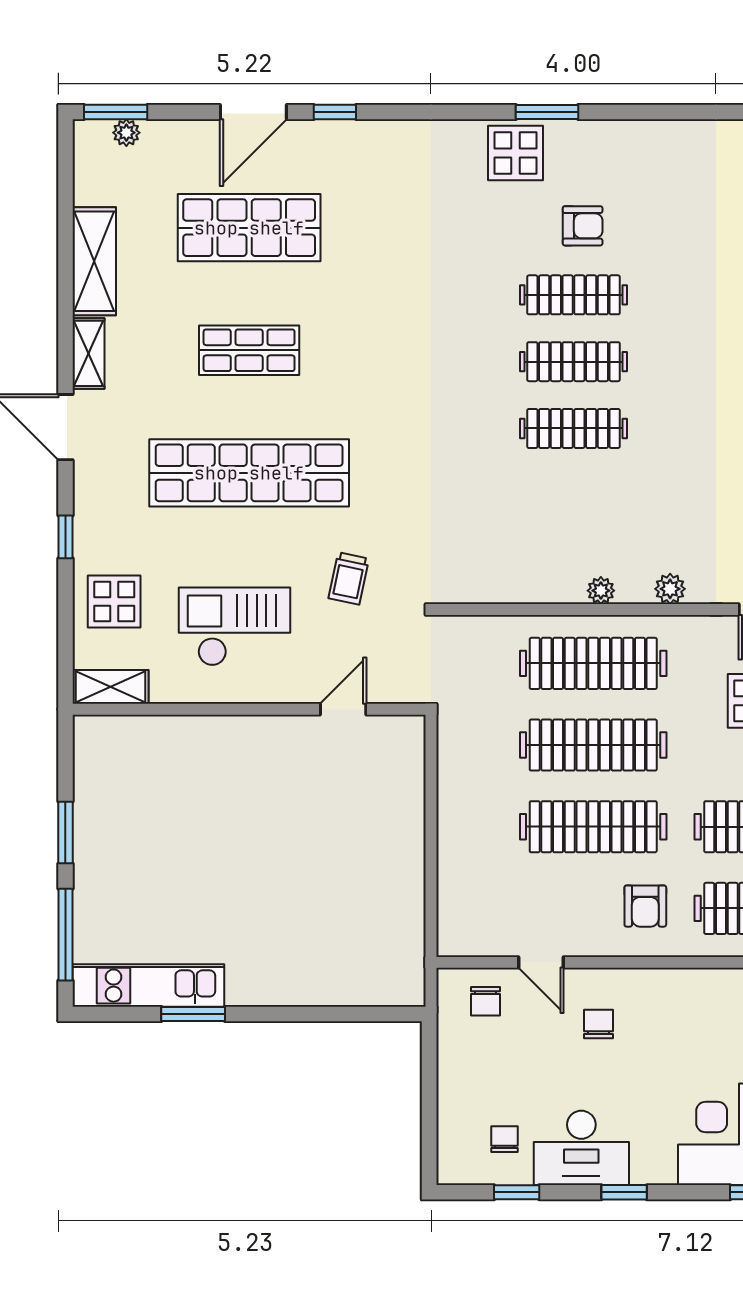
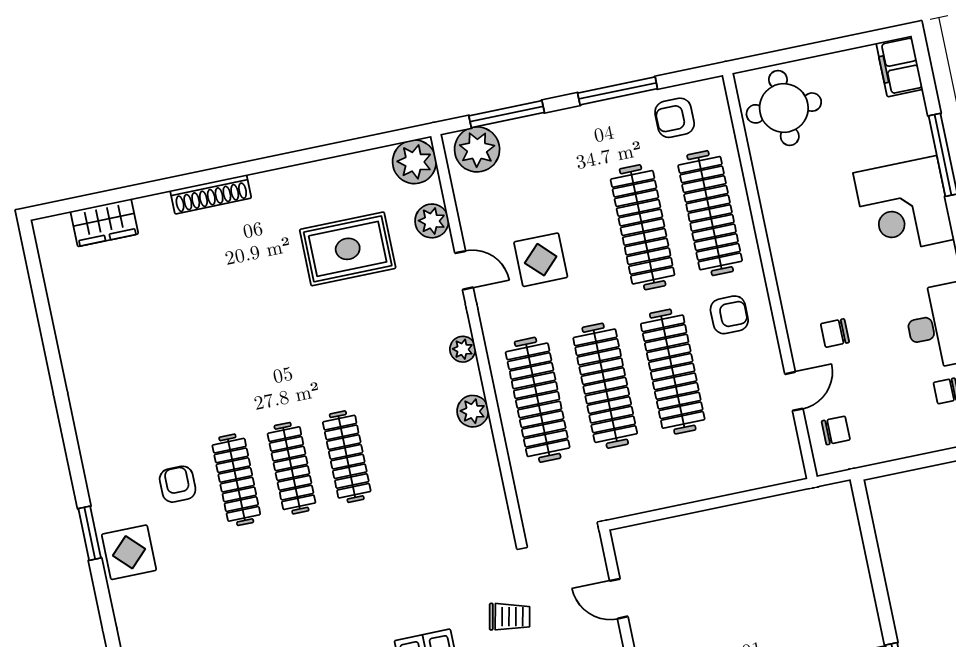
plant: (601, 591) -> (473, 411), width x1.38, depth x1.38

